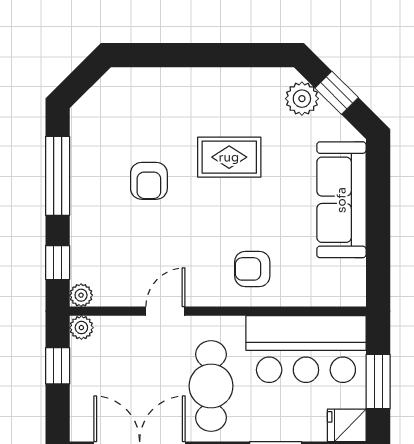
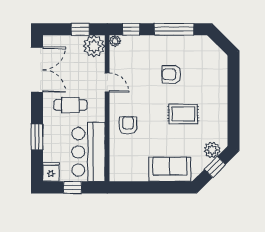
rug: (229, 157) -> (183, 114), turned 90
sofa: (341, 200) -> (170, 169), width x0.73
plant: (81, 328) -> (94, 46), width x1.87, depth x1.87
window: (378, 382) -> (73, 187), width x0.67
cafe table: (211, 386) -> (70, 105), width x0.73, depth x0.74

